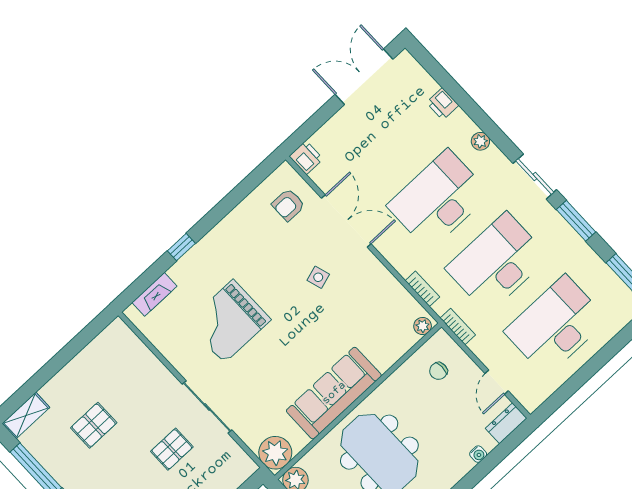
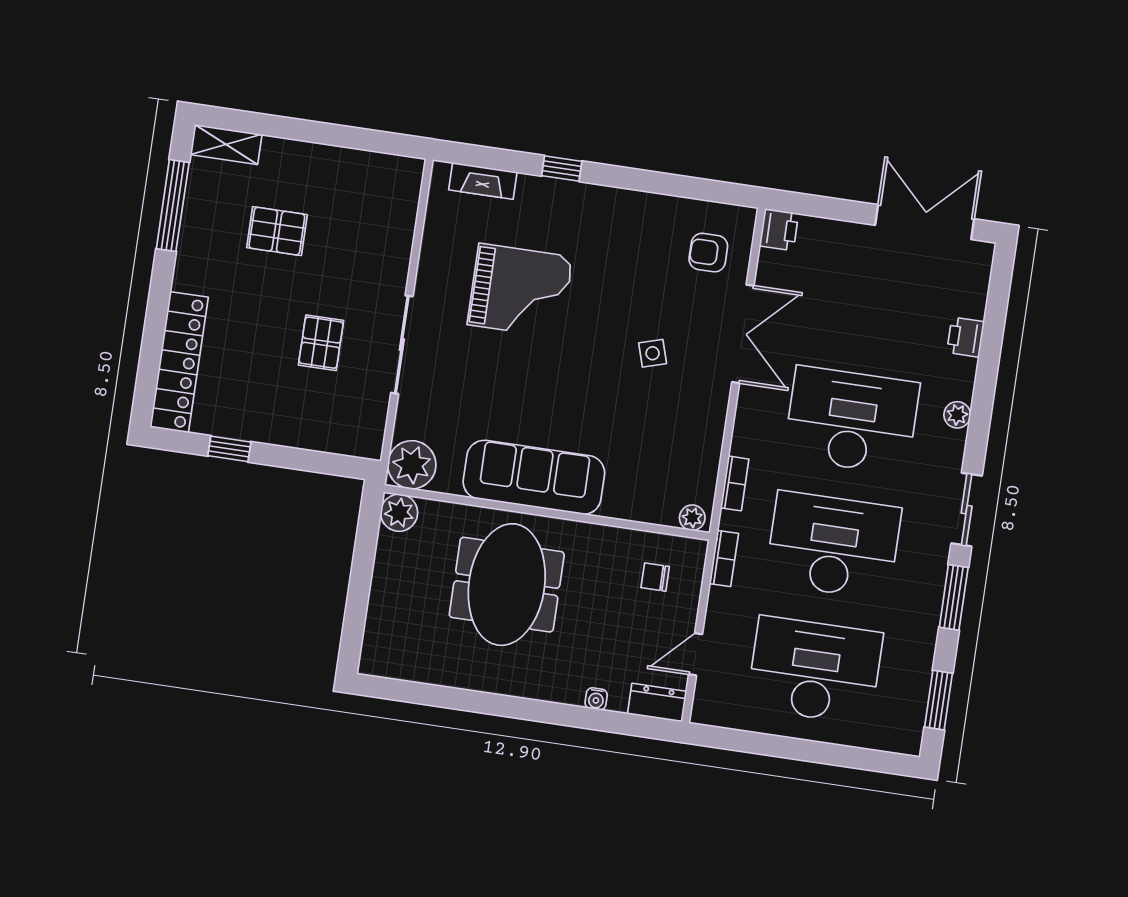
grand piano: (229, 321) -> (520, 291), turned 180
pallet: (172, 449) -> (321, 343), turned 90

